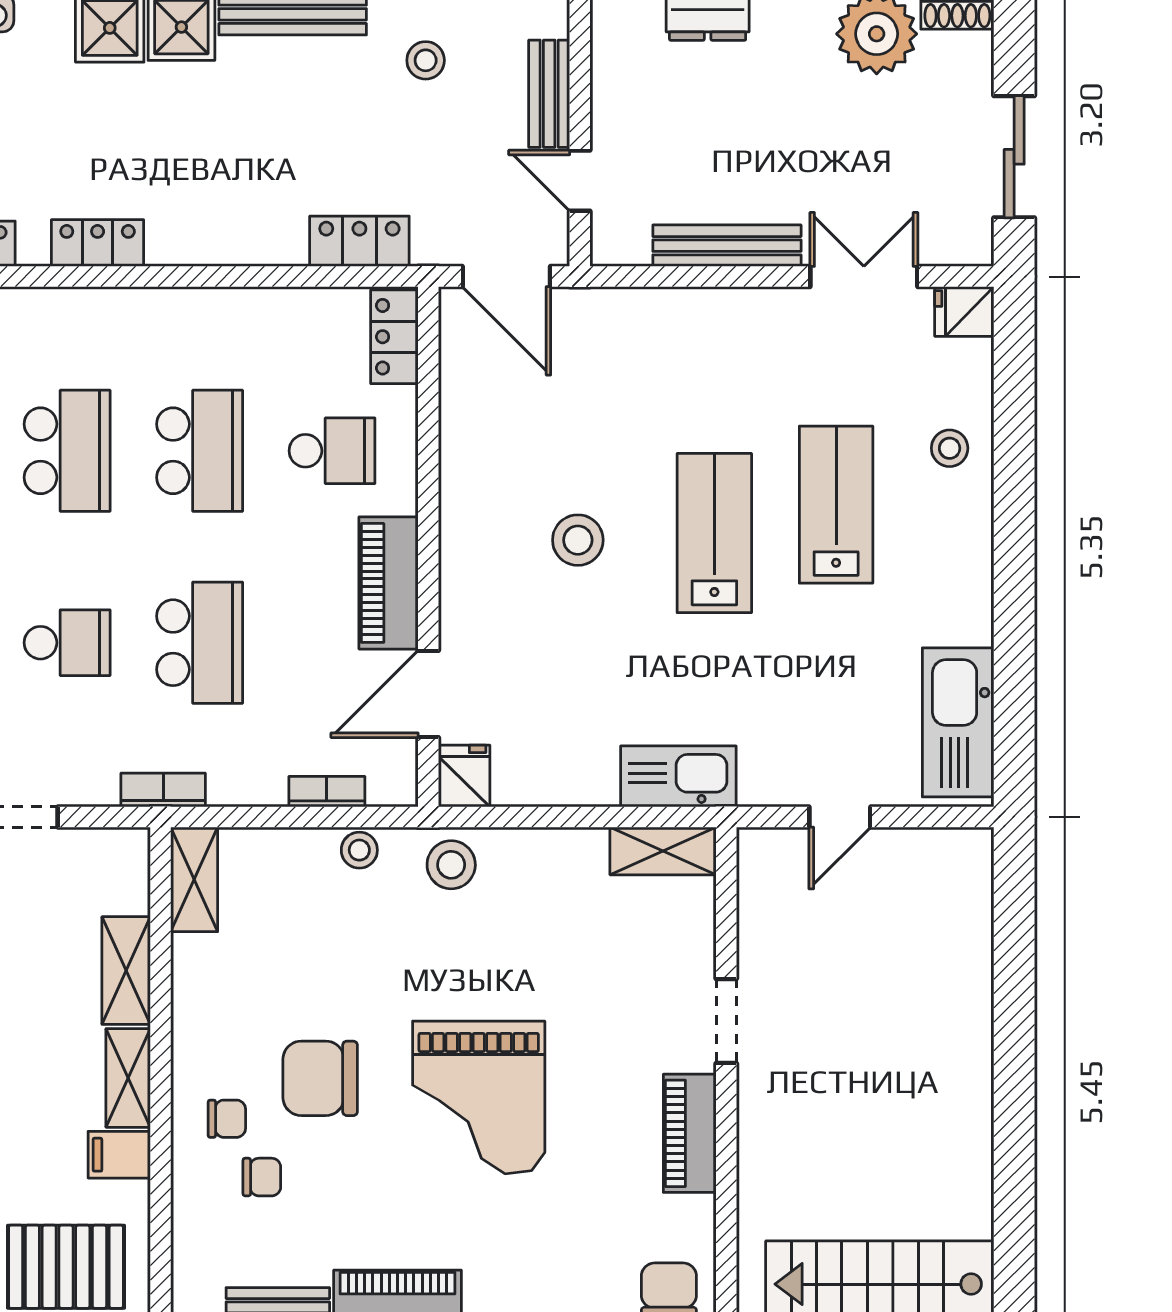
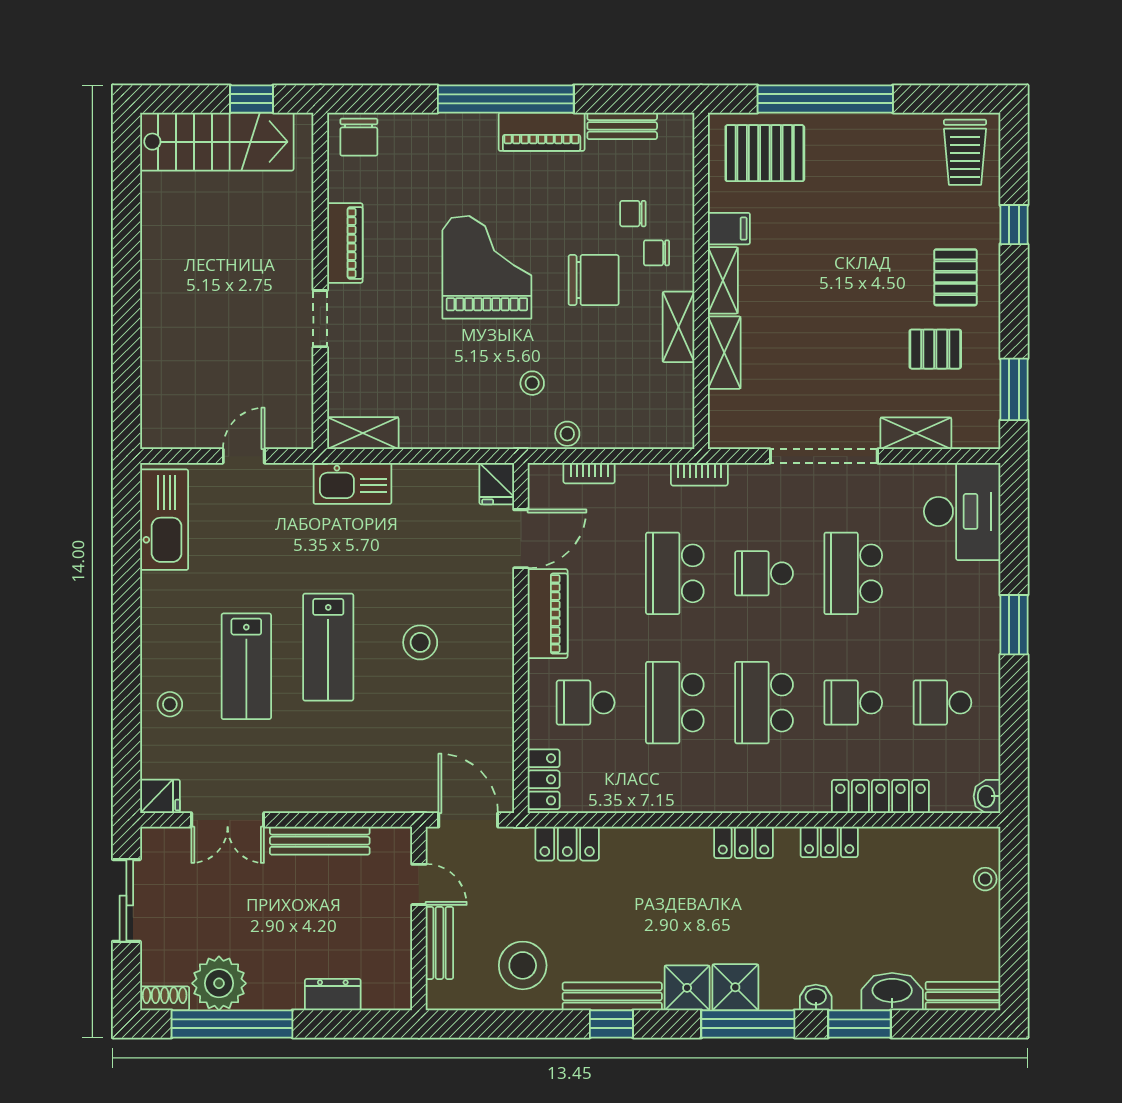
stool: (426, 60) -> (523, 965), width x1.89, depth x1.89
stool: (451, 865) -> (532, 383), moved, width x0.73, depth x0.73
shelving: (194, 879) -> (678, 327), moved

